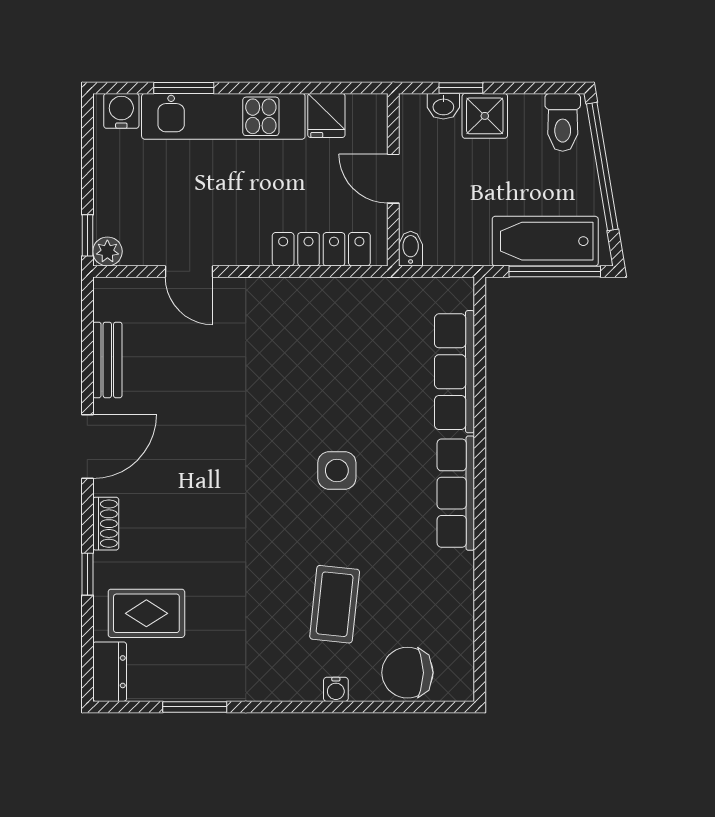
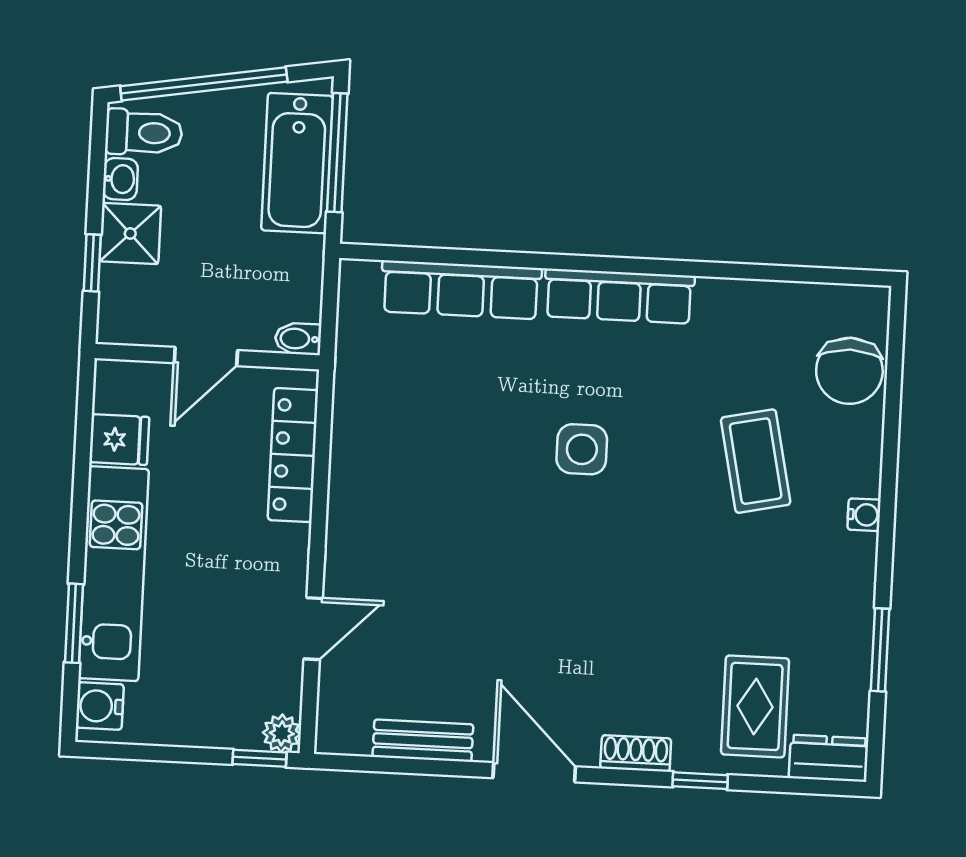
washbasin: (443, 106) -> (120, 179), moved
coffee table: (335, 604) -> (756, 461), turned 72
water cooler: (336, 689) -> (864, 515), moved

